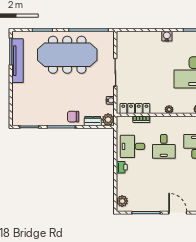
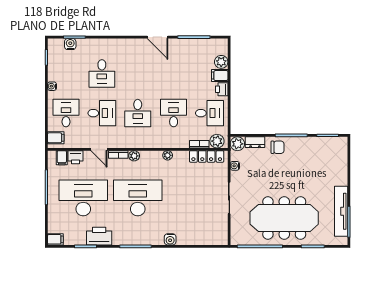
plant: (126, 122) -> (217, 141), added
filing cabinet: (123, 179) -> (220, 76), added
plant: (122, 201) -> (221, 62), moved

